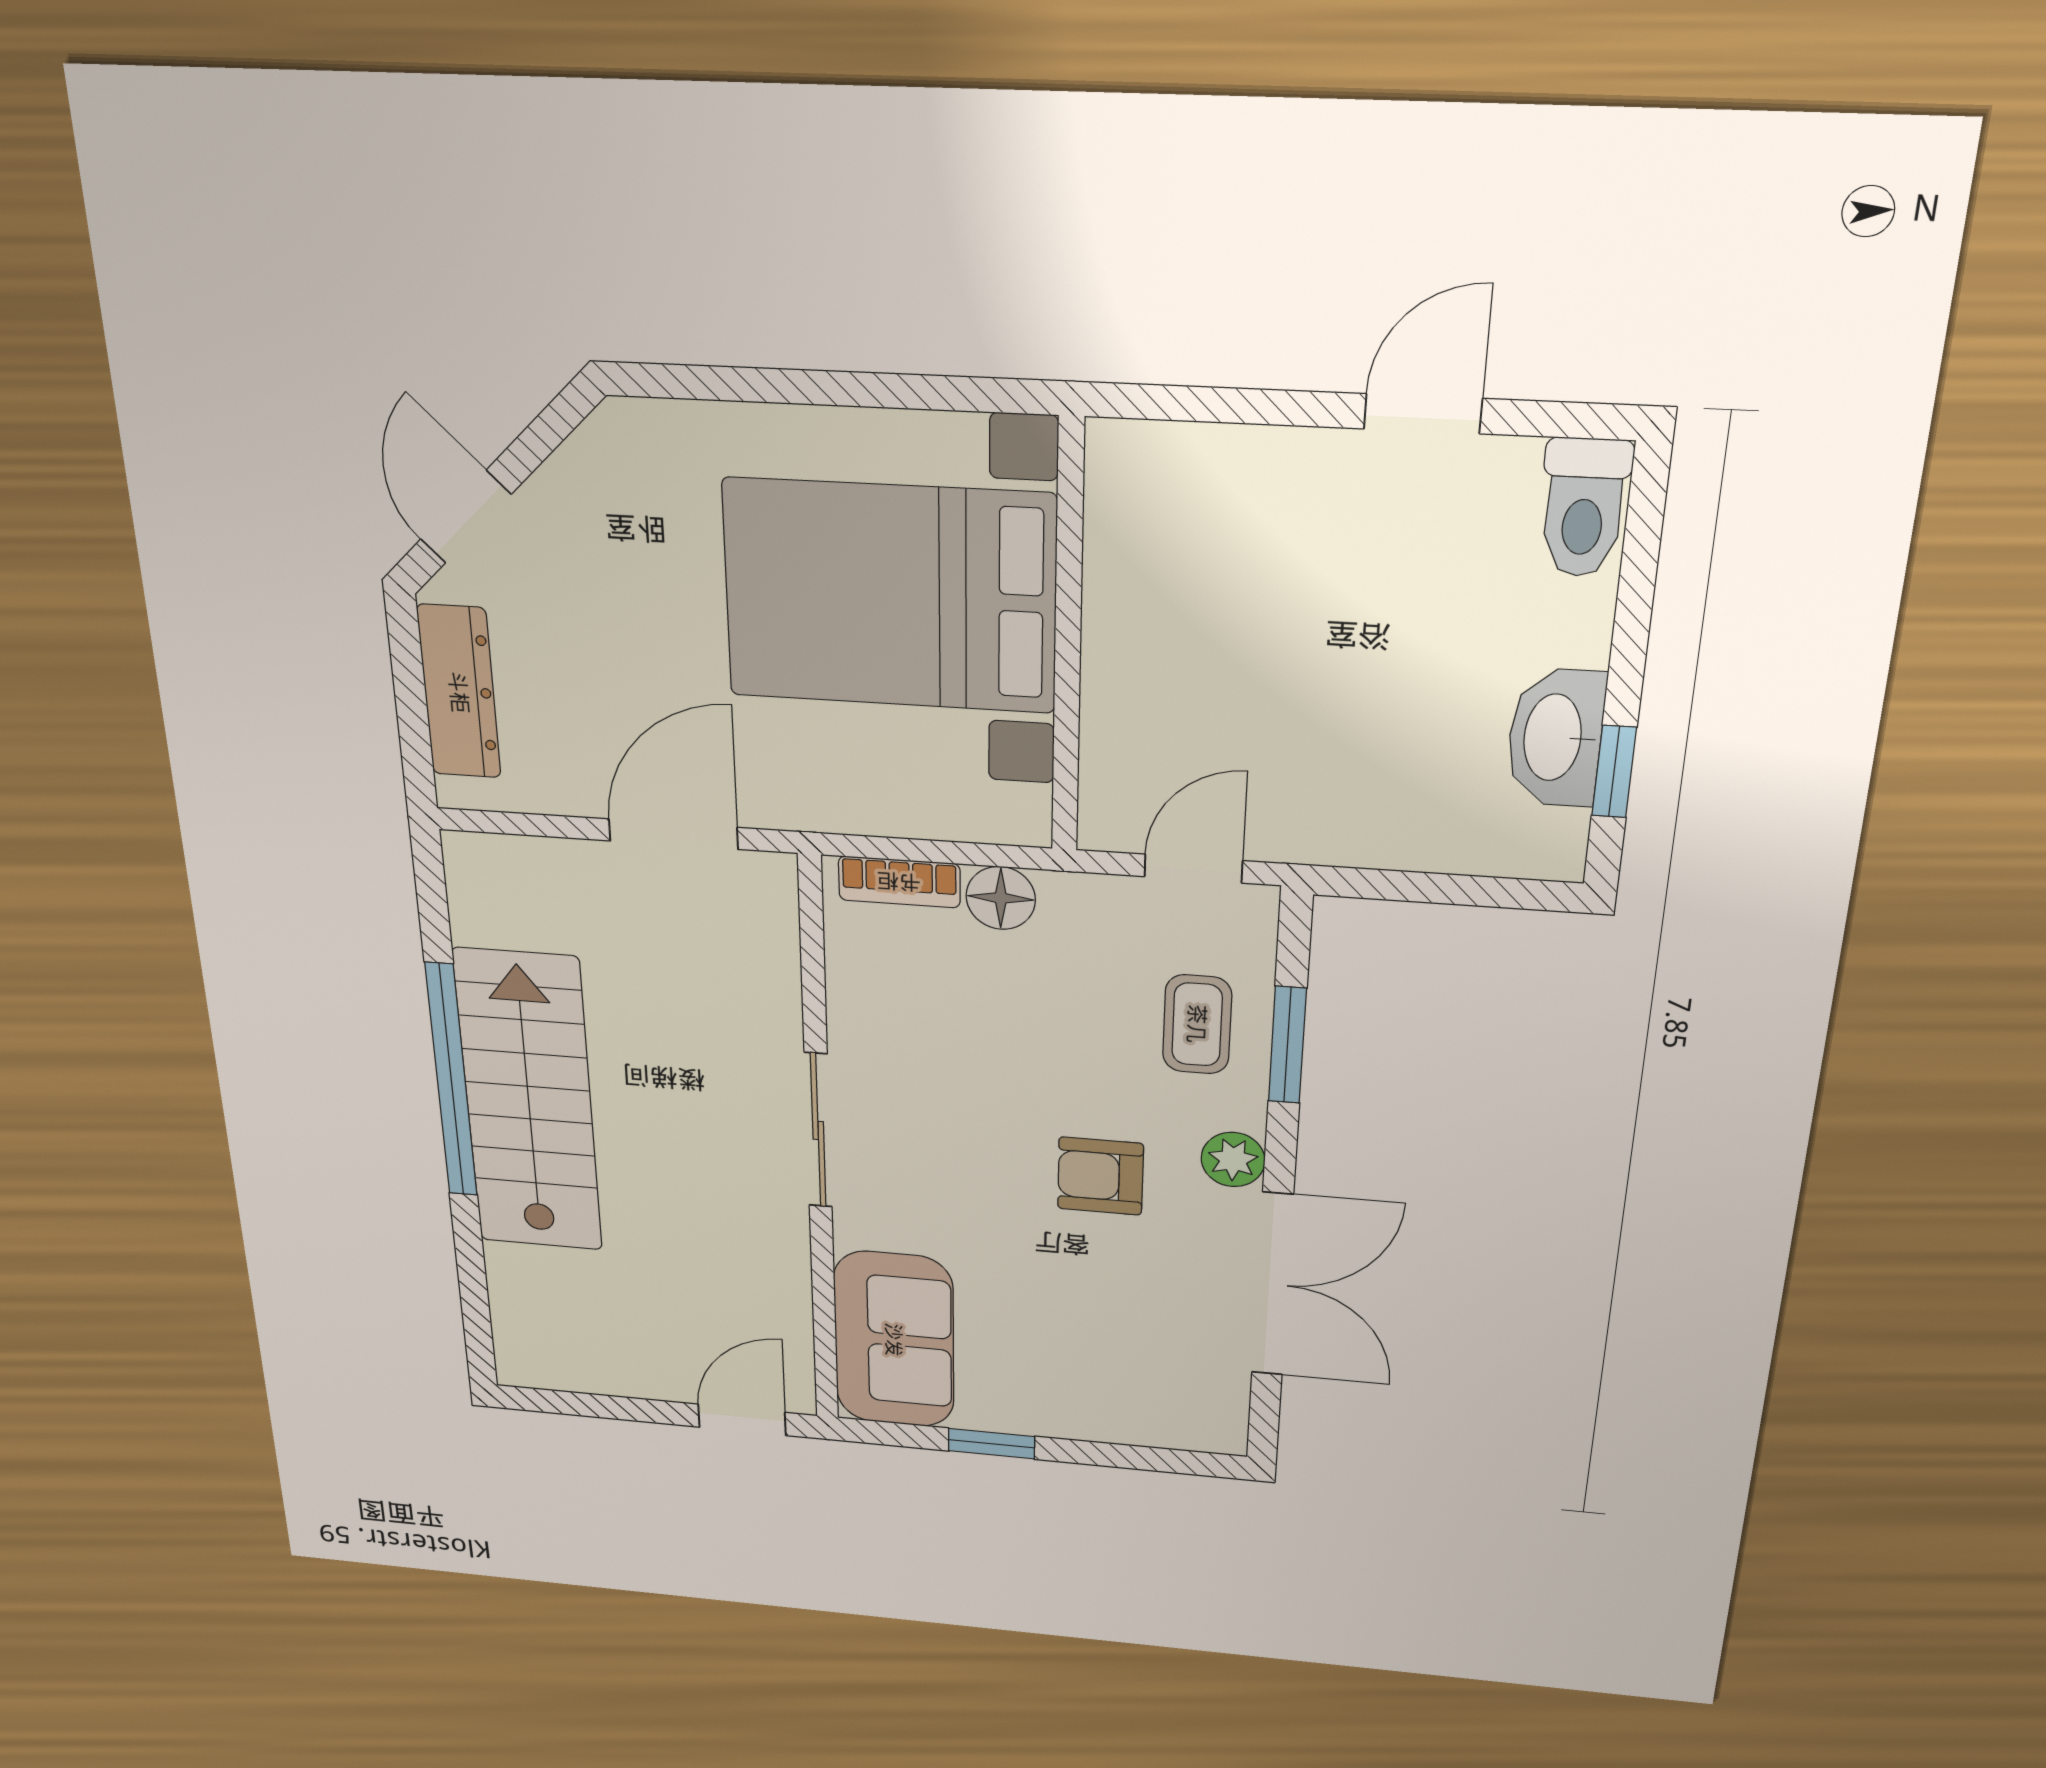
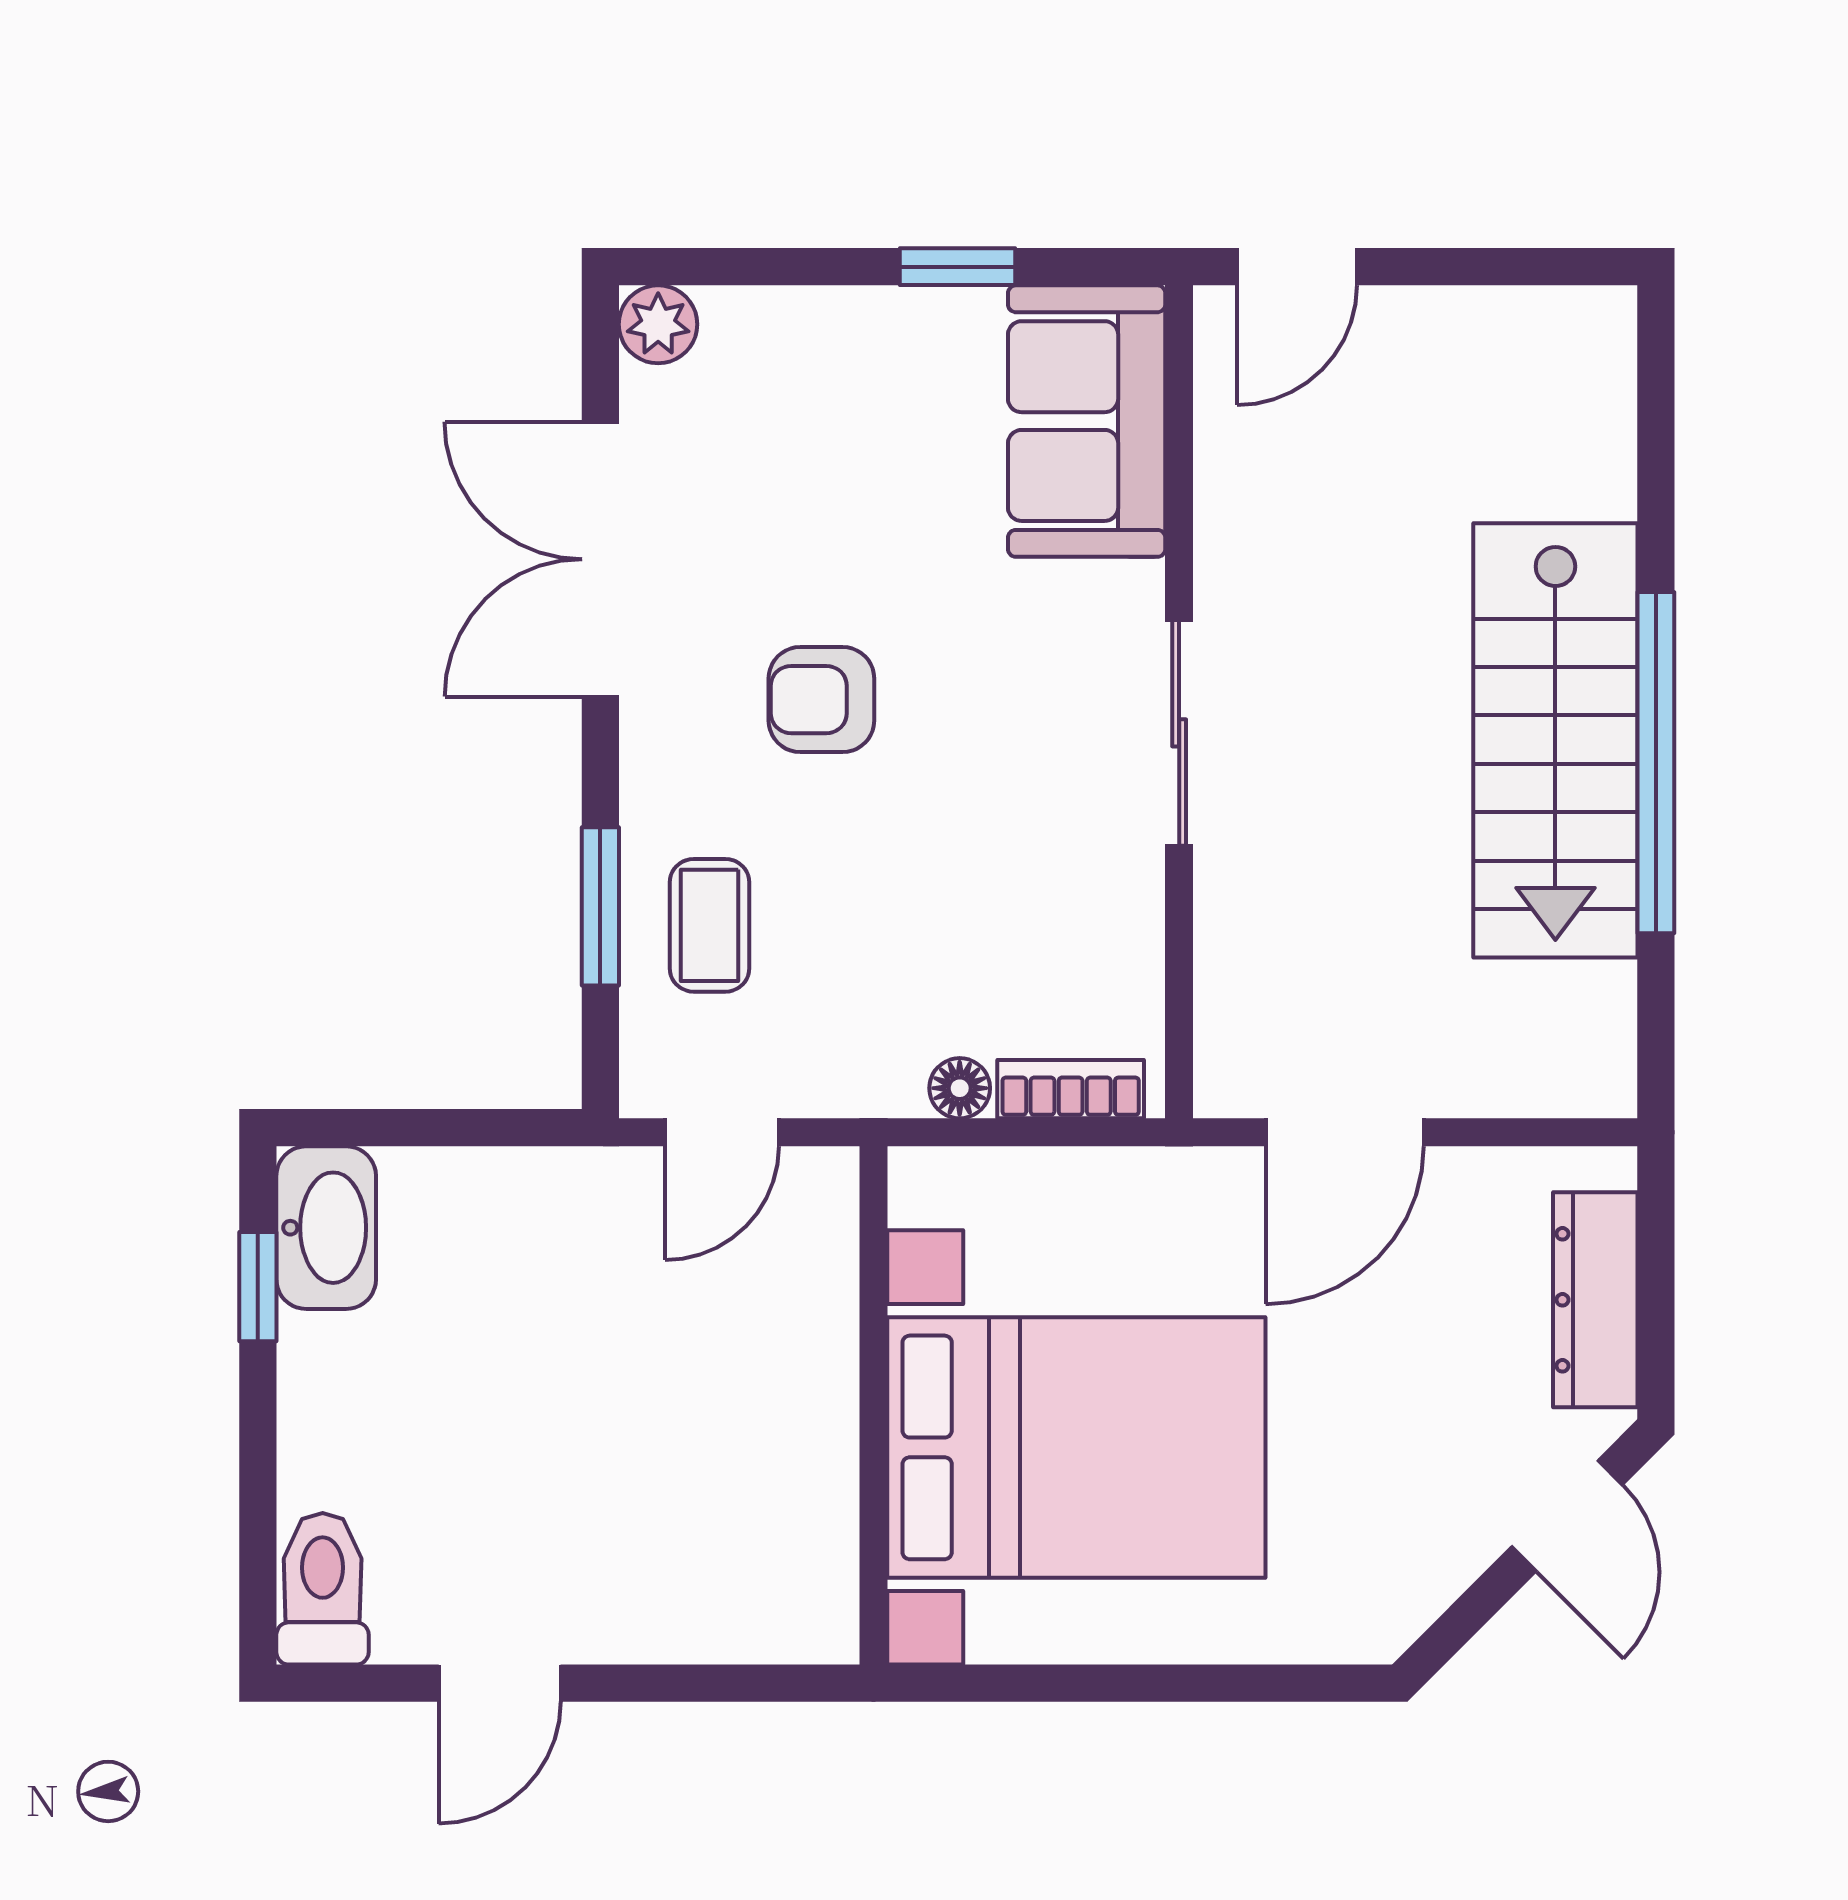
washbasin: (1555, 738) -> (326, 1228), moved
floor lamp: (1001, 898) -> (960, 1088), width x0.73, depth x0.73
plant: (1233, 1160) -> (658, 324), moved
armchair: (1100, 1176) -> (821, 700), turned 180

